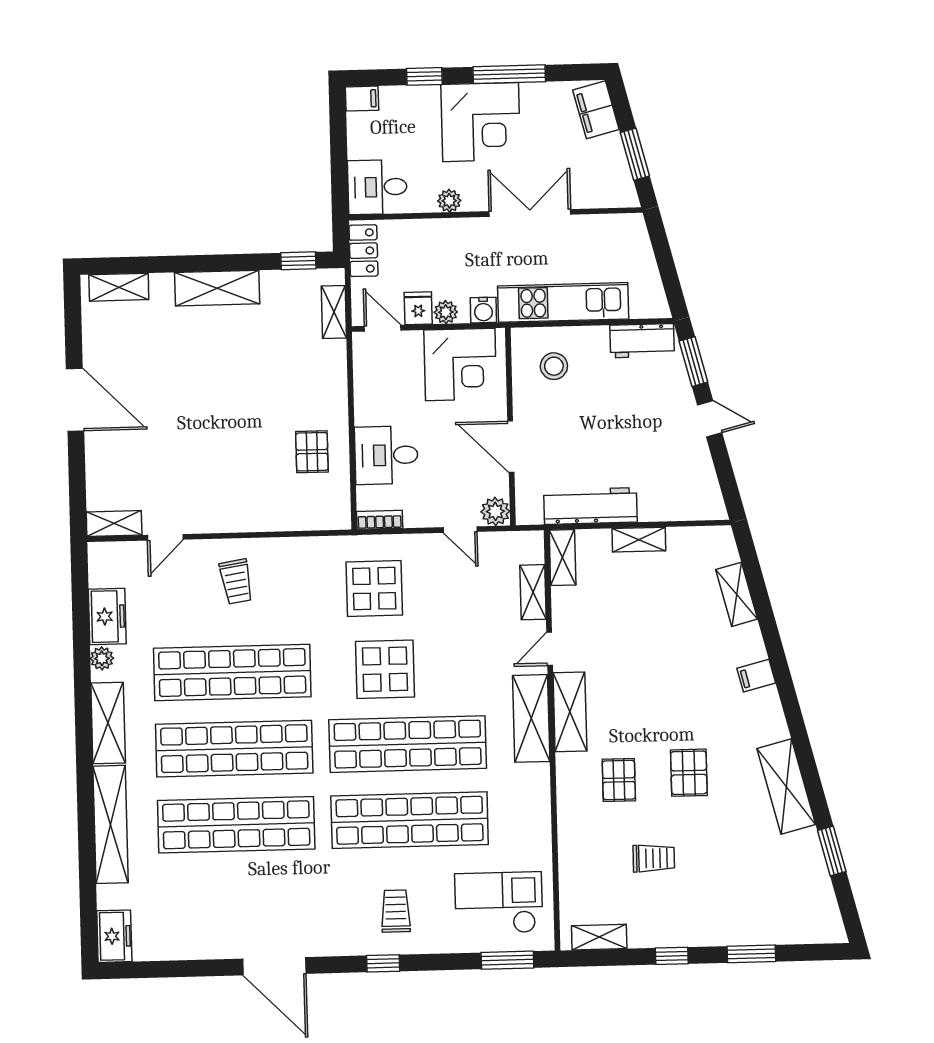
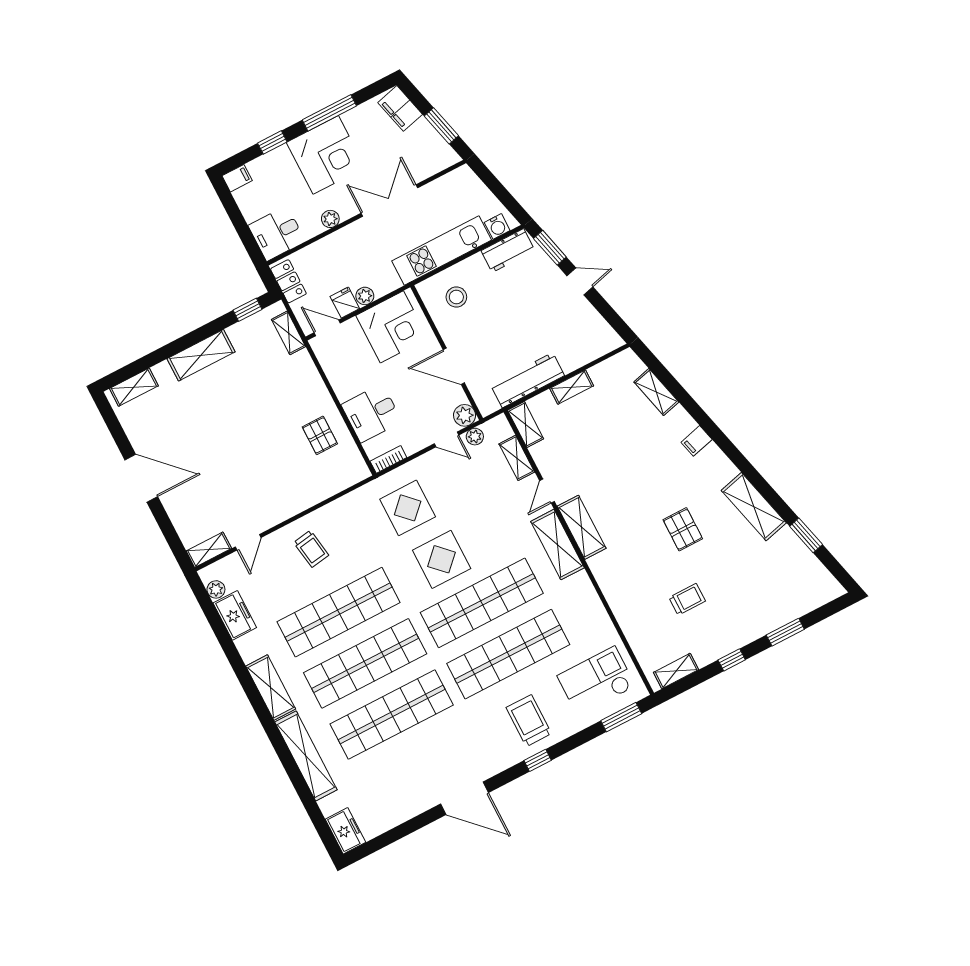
water cooler: (483, 310) -> (497, 226), moved
plant: (495, 543) -> (475, 437), added
plant: (102, 658) -> (216, 589), moved
pallet: (619, 780) -> (637, 557), removed
trolley: (396, 911) -> (529, 721), width x1.36, depth x1.39

